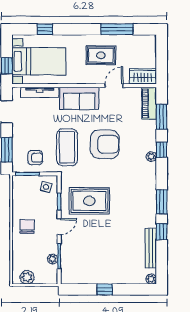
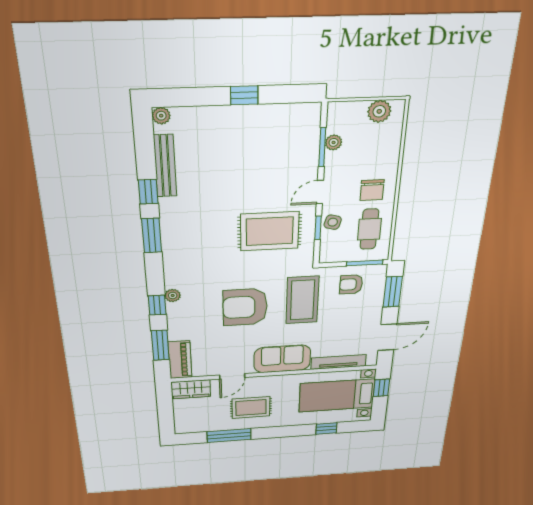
side table: (46, 187) -> (333, 222), moved
cafe table: (26, 199) -> (369, 229), added

